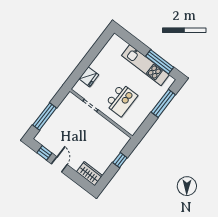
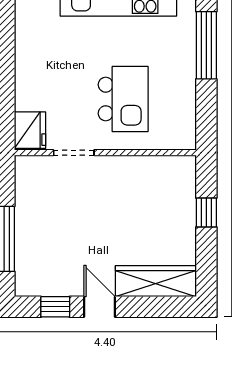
fridge: (89, 77) -> (30, 130), moved
wardrobe: (89, 174) -> (156, 281), width x1.50

